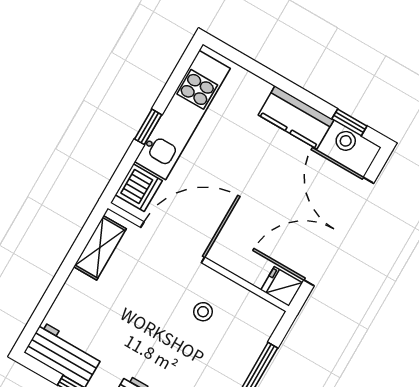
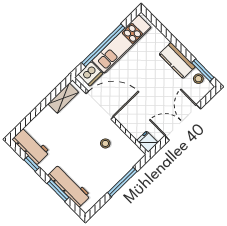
window: (349, 122) -> (203, 70), width x1.50
window: (148, 127) -> (103, 45), width x3.17
double door: (339, 232) -> (183, 122), width x0.73

